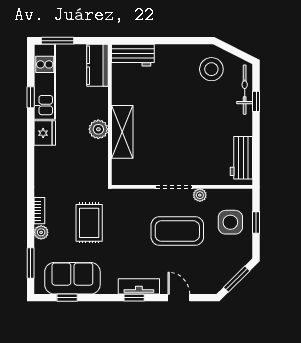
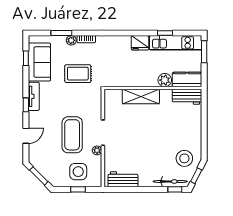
window: (236, 52) -> (196, 176), added
workbench: (133, 55) -> (187, 97), moved, turned -90
window: (256, 101) -> (175, 189), moved
plant: (98, 129) -> (165, 80), moved
window: (31, 263) -> (61, 33), moved
tv unit: (139, 286) -> (34, 96), moved

